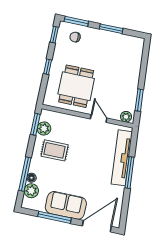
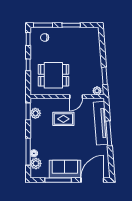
dining table: (76, 86) -> (53, 75), turned 90
door: (99, 118) -> (76, 97), swing flipped
rug: (55, 150) -> (63, 119), moved

